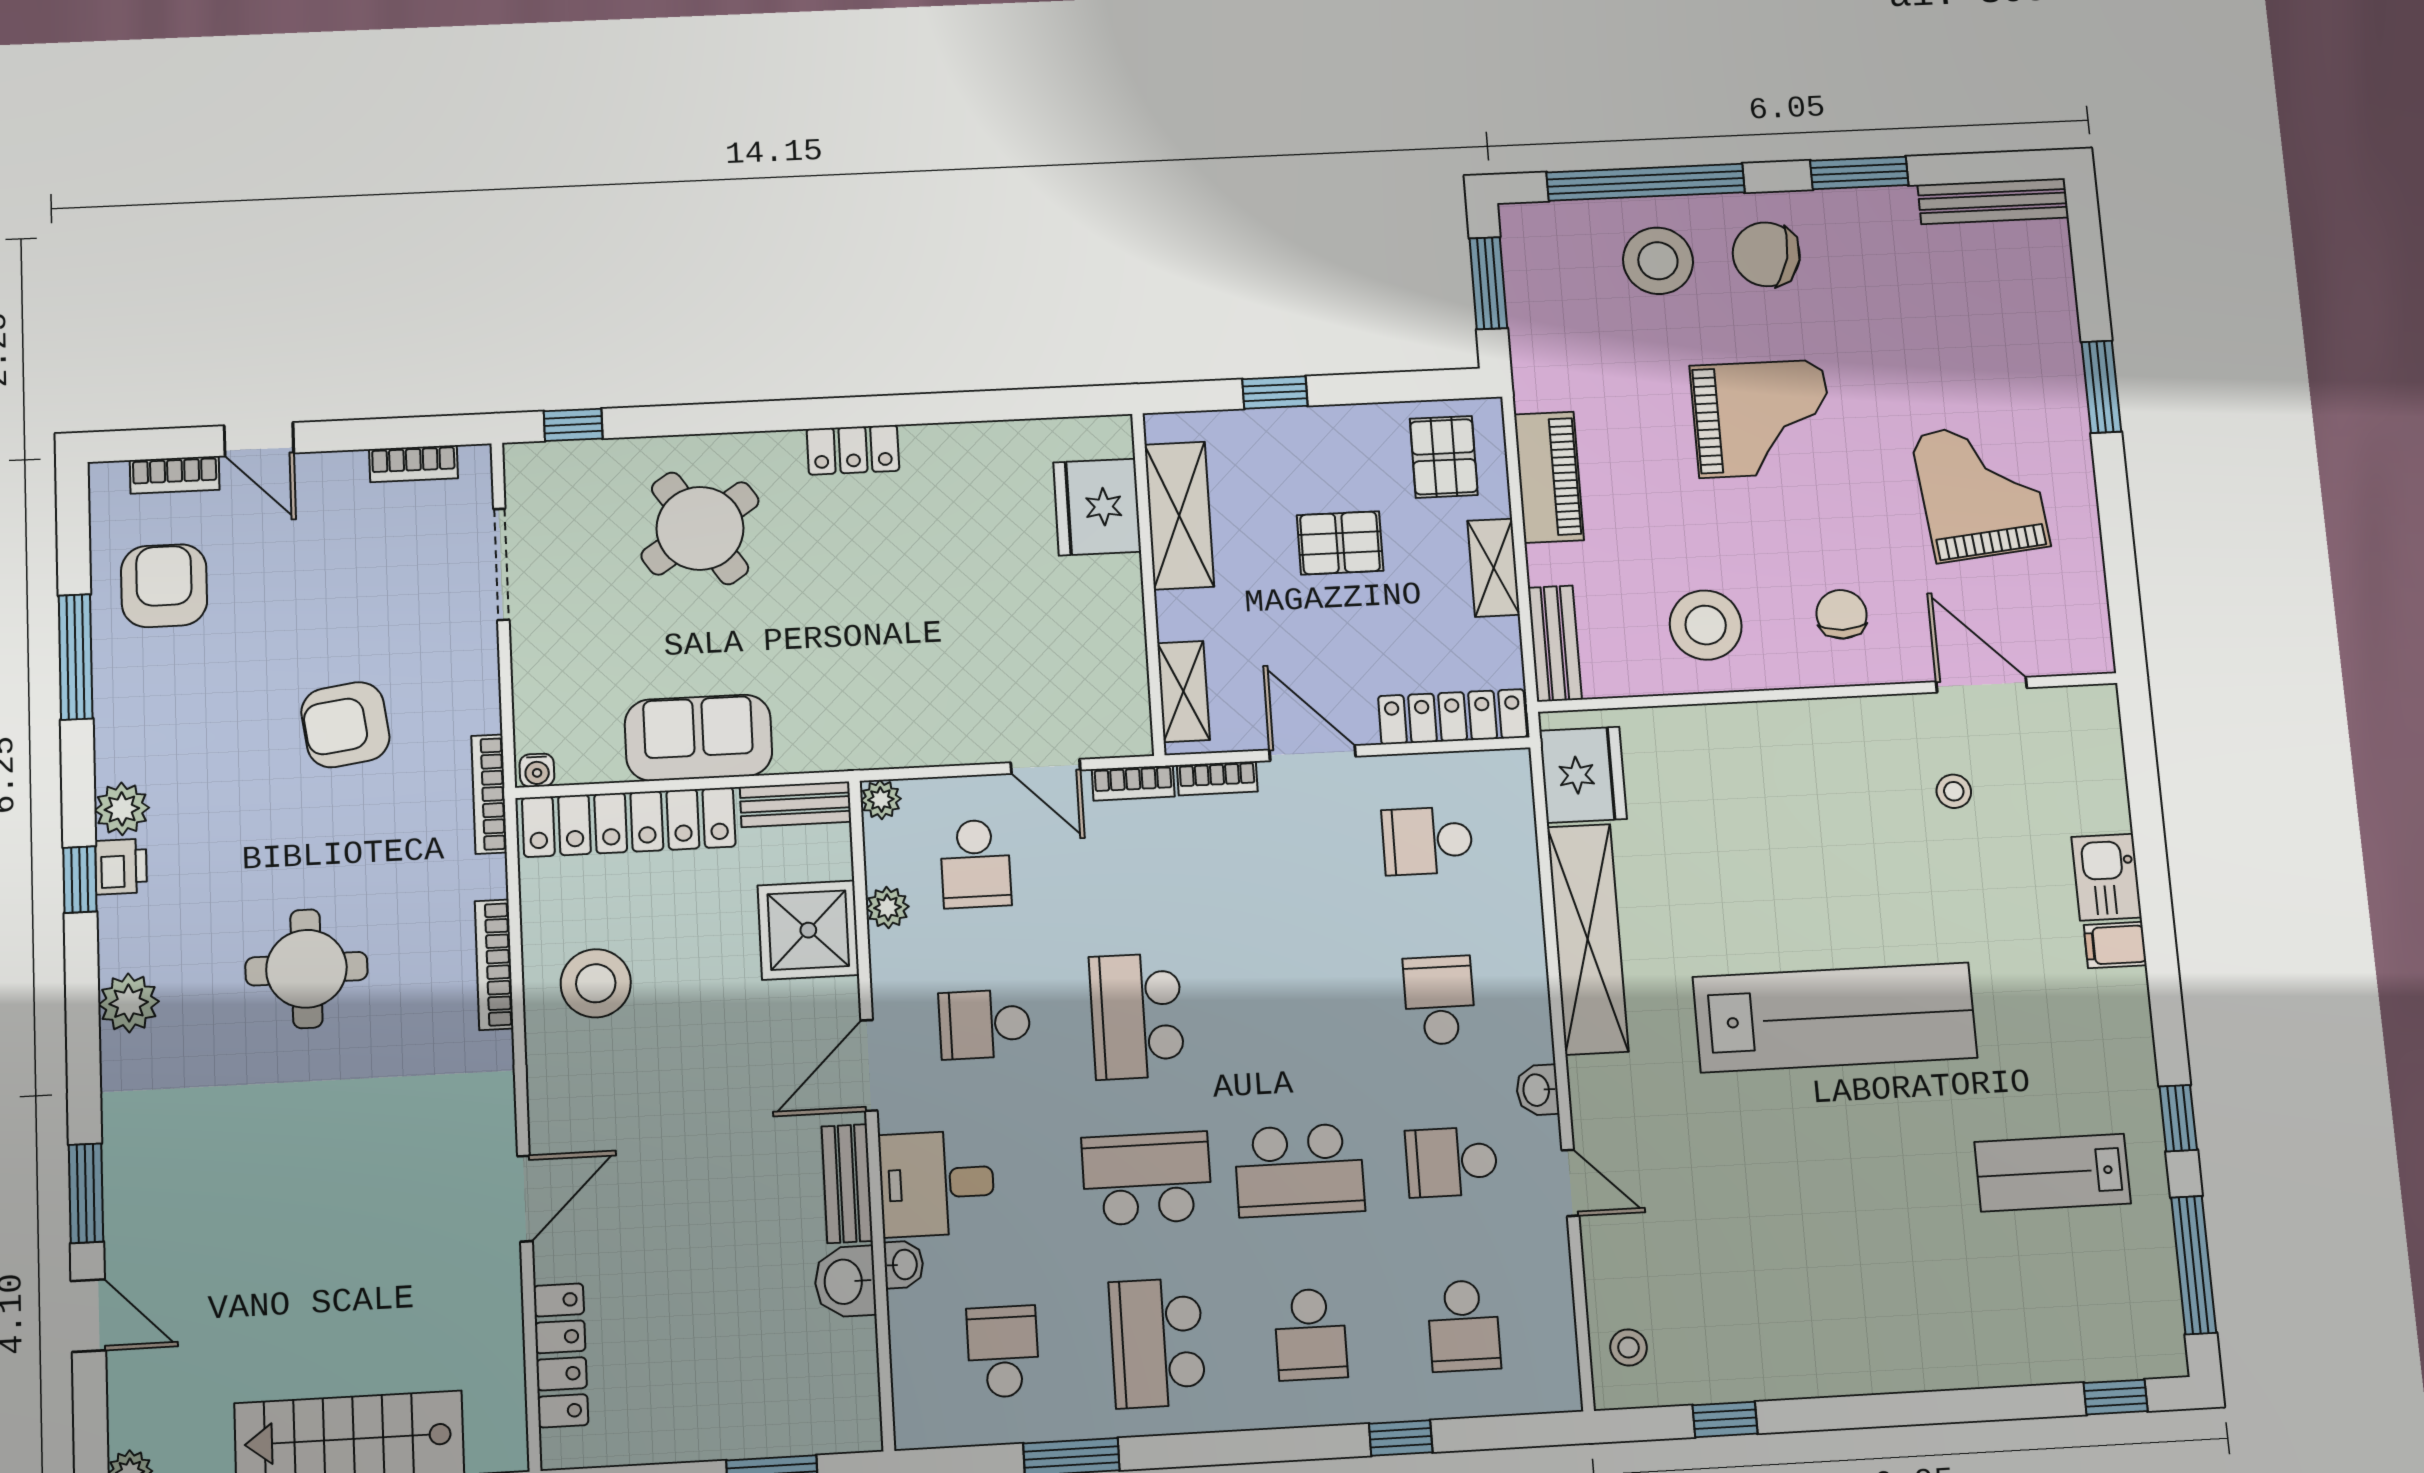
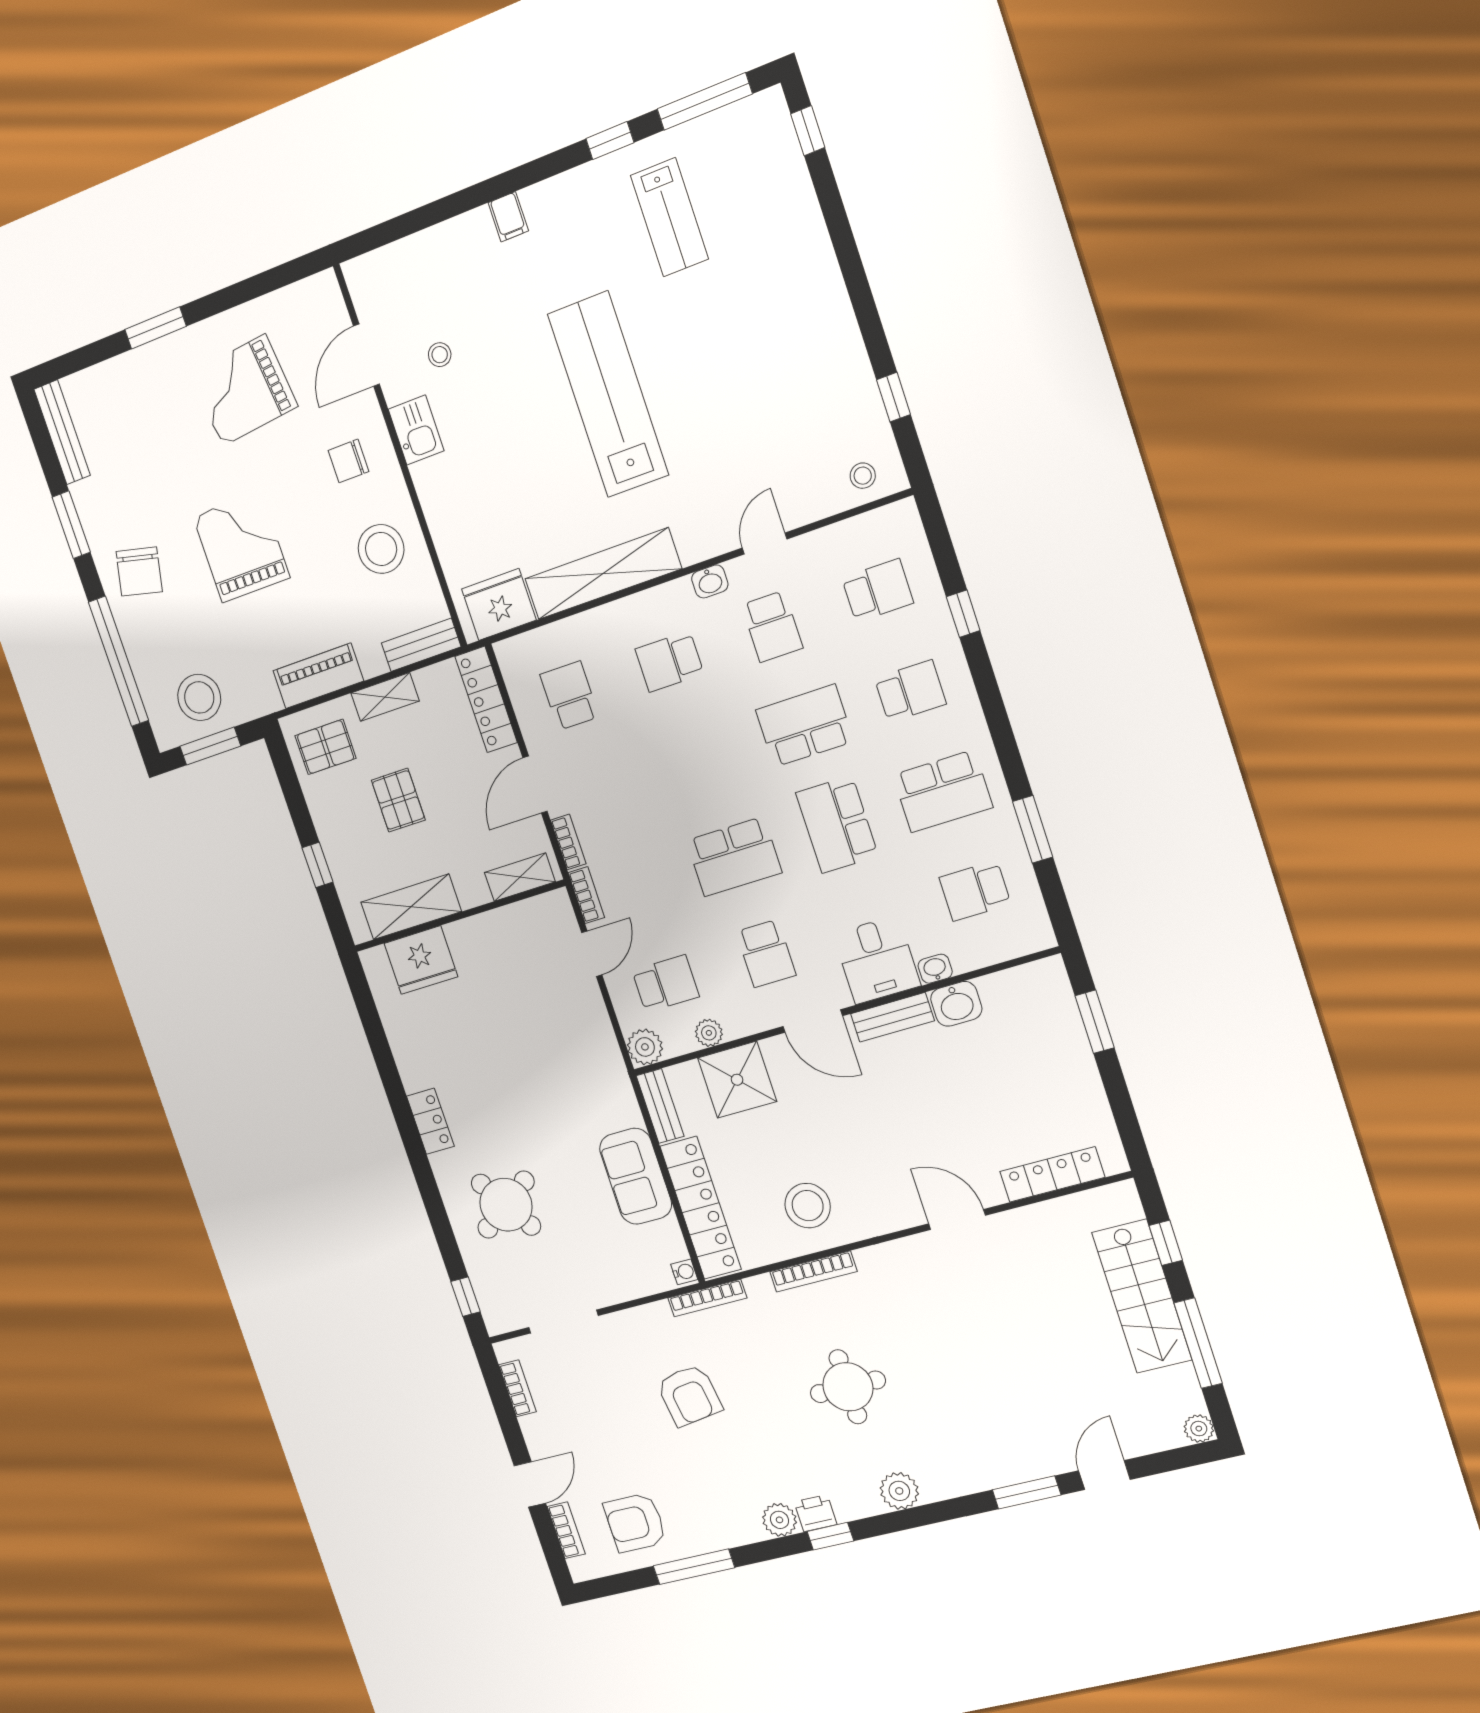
stool: (1658, 261) -> (199, 697), moved
plant: (881, 800) -> (645, 1047), width x1.38, depth x1.38
school desk: (1427, 841) -> (569, 696), turned 180
kitchen sink: (2107, 877) -> (416, 430), moved, turned -90
school desk: (1299, 1170) -> (805, 726), turned -90

